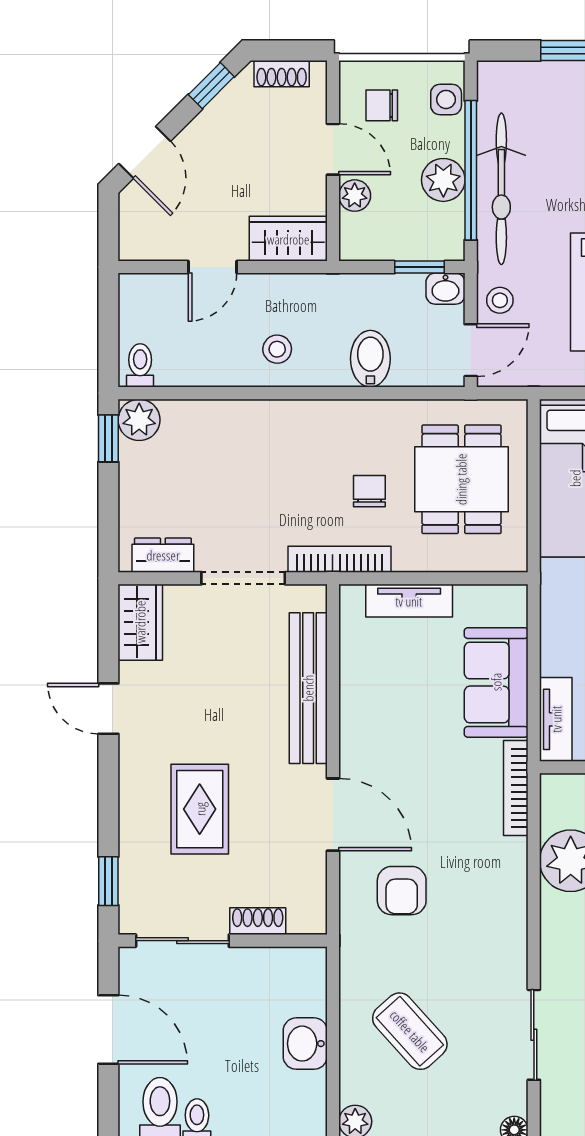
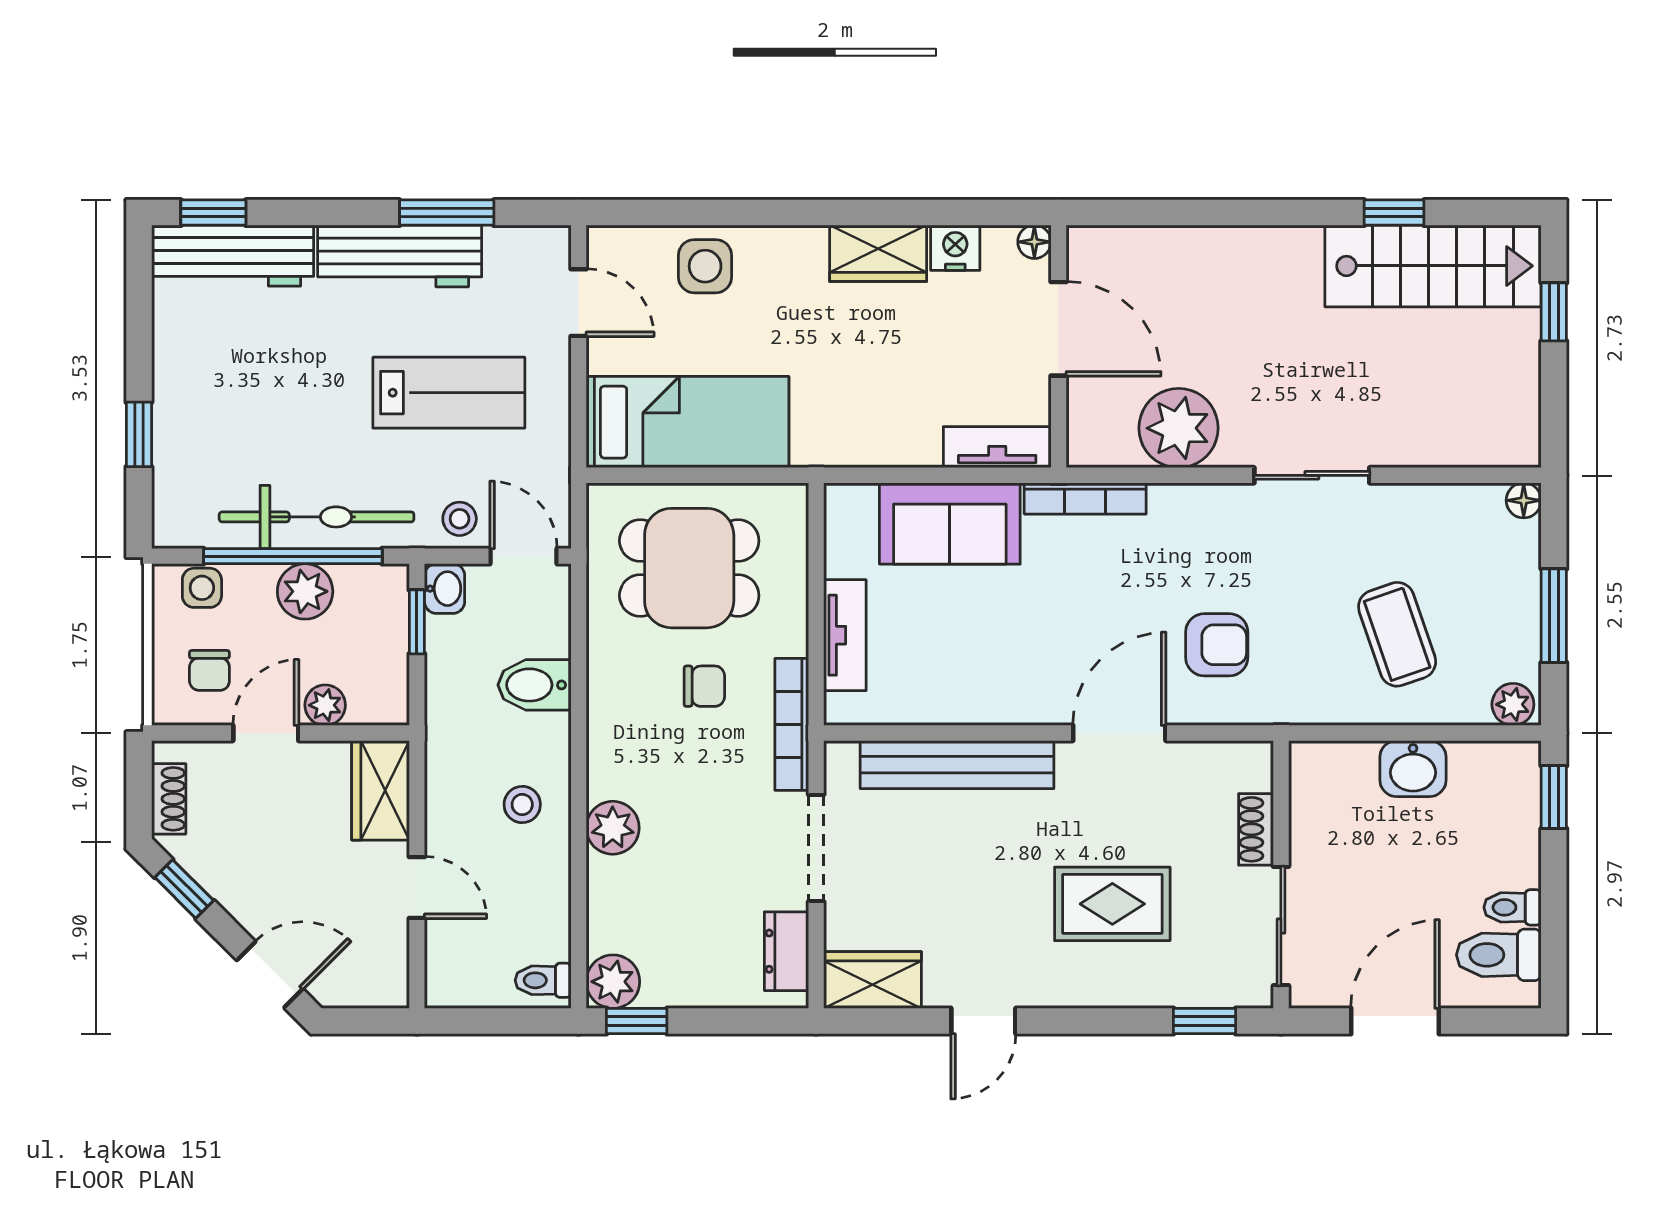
plant: (259, 420) -> (613, 828), added
chair: (369, 491) -> (704, 686), turned 180
coffee table: (410, 1031) -> (1397, 634), turned -67
sliding door: (534, 1035) -> (1312, 475), moved

